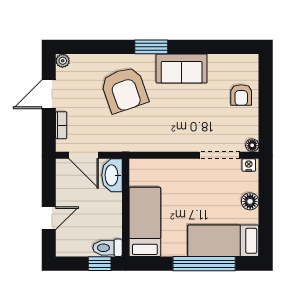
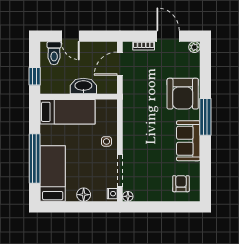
window: (151, 47) -> (205, 117), width x1.44
armchair: (124, 90) -> (183, 94), moved, turned -71
armchair: (241, 95) -> (181, 184), moved, turned 90
side table: (182, 172) -> (106, 141), added
washbasin: (112, 175) -> (83, 86), moved
toilet: (108, 248) -> (54, 53), moved, turned 180

